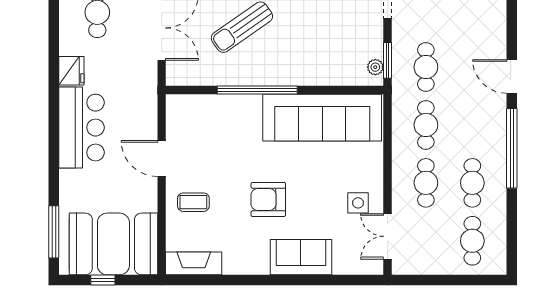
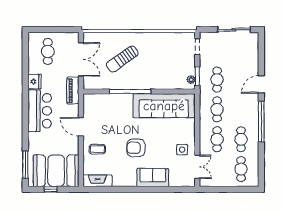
door: (512, 77) -> (261, 84), hinge flipped
piano: (146, 88) -> (73, 91), added
double door: (388, 236) -> (197, 167), swing flipped

